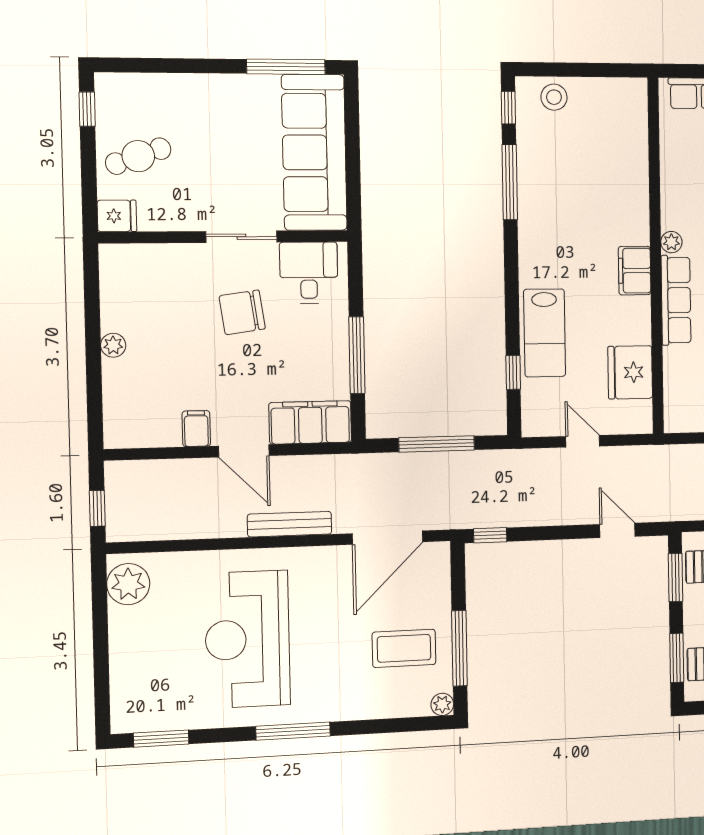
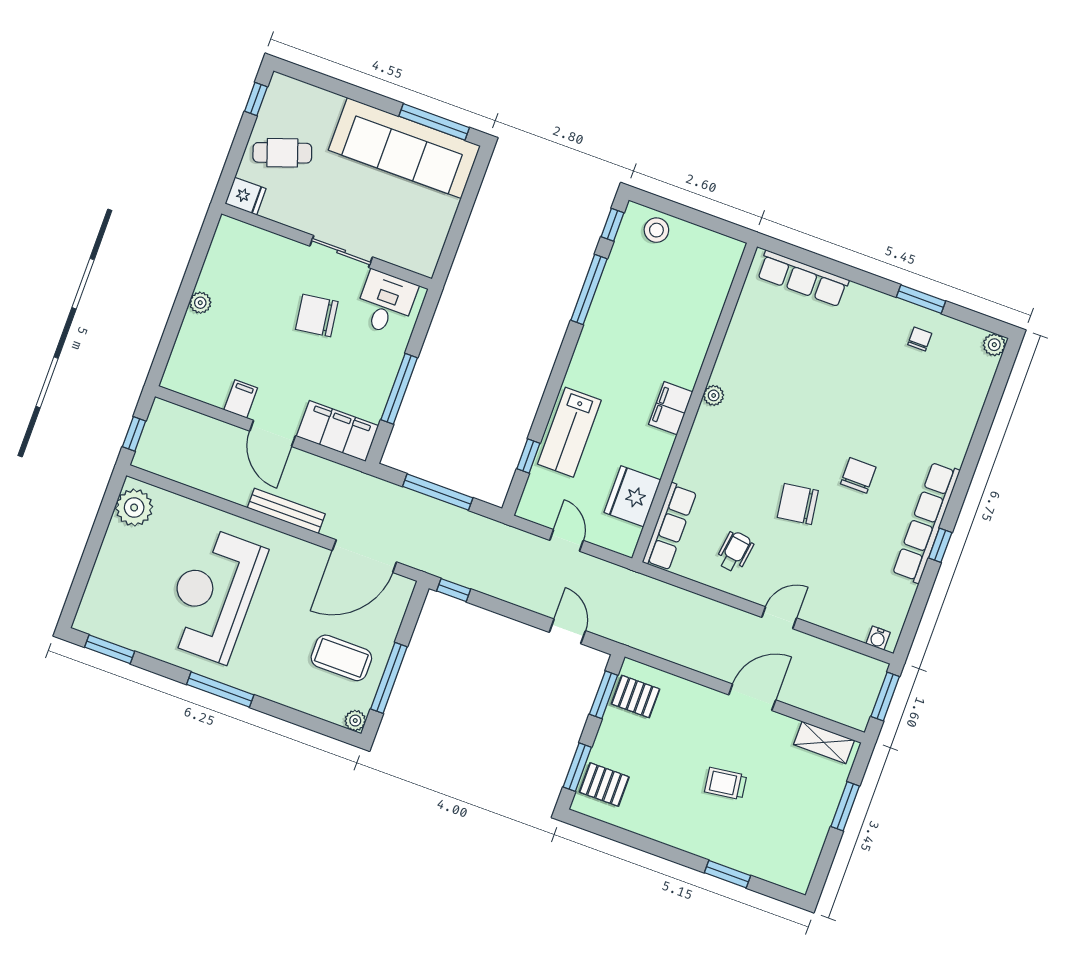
sofa: (314, 152) -> (404, 148), moved, turned -90
row of seats: (676, 300) -> (670, 527), moved

